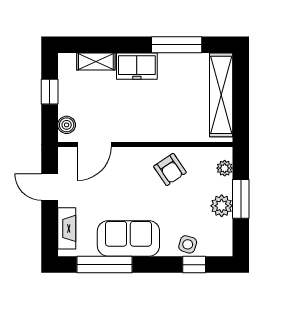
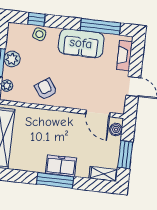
window: (177, 45) -> (55, 180), moved
shelving: (96, 62) -> (103, 174), moved
window: (50, 92) -> (125, 155), width x1.50
door: (94, 144) -> (98, 113), swing flipped

